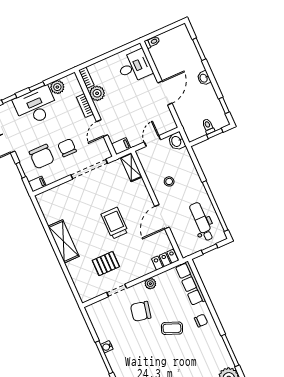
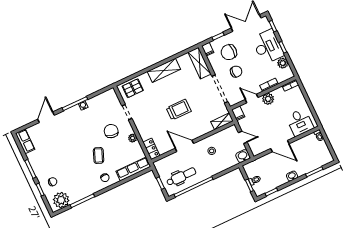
plant: (97, 93) -> (268, 99), moved
shelving: (55, 195) -> (199, 63), added
pallet: (106, 264) -> (133, 88), moved, turned 90

